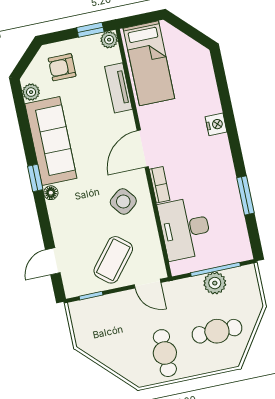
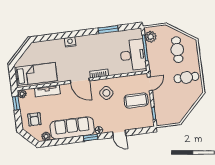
desk: (185, 229) -> (133, 55), moved, turned -90
coffee table: (113, 260) -> (136, 100), turned -39
door: (53, 261) -> (119, 134), moved
plant: (215, 283) -> (151, 37), moved

